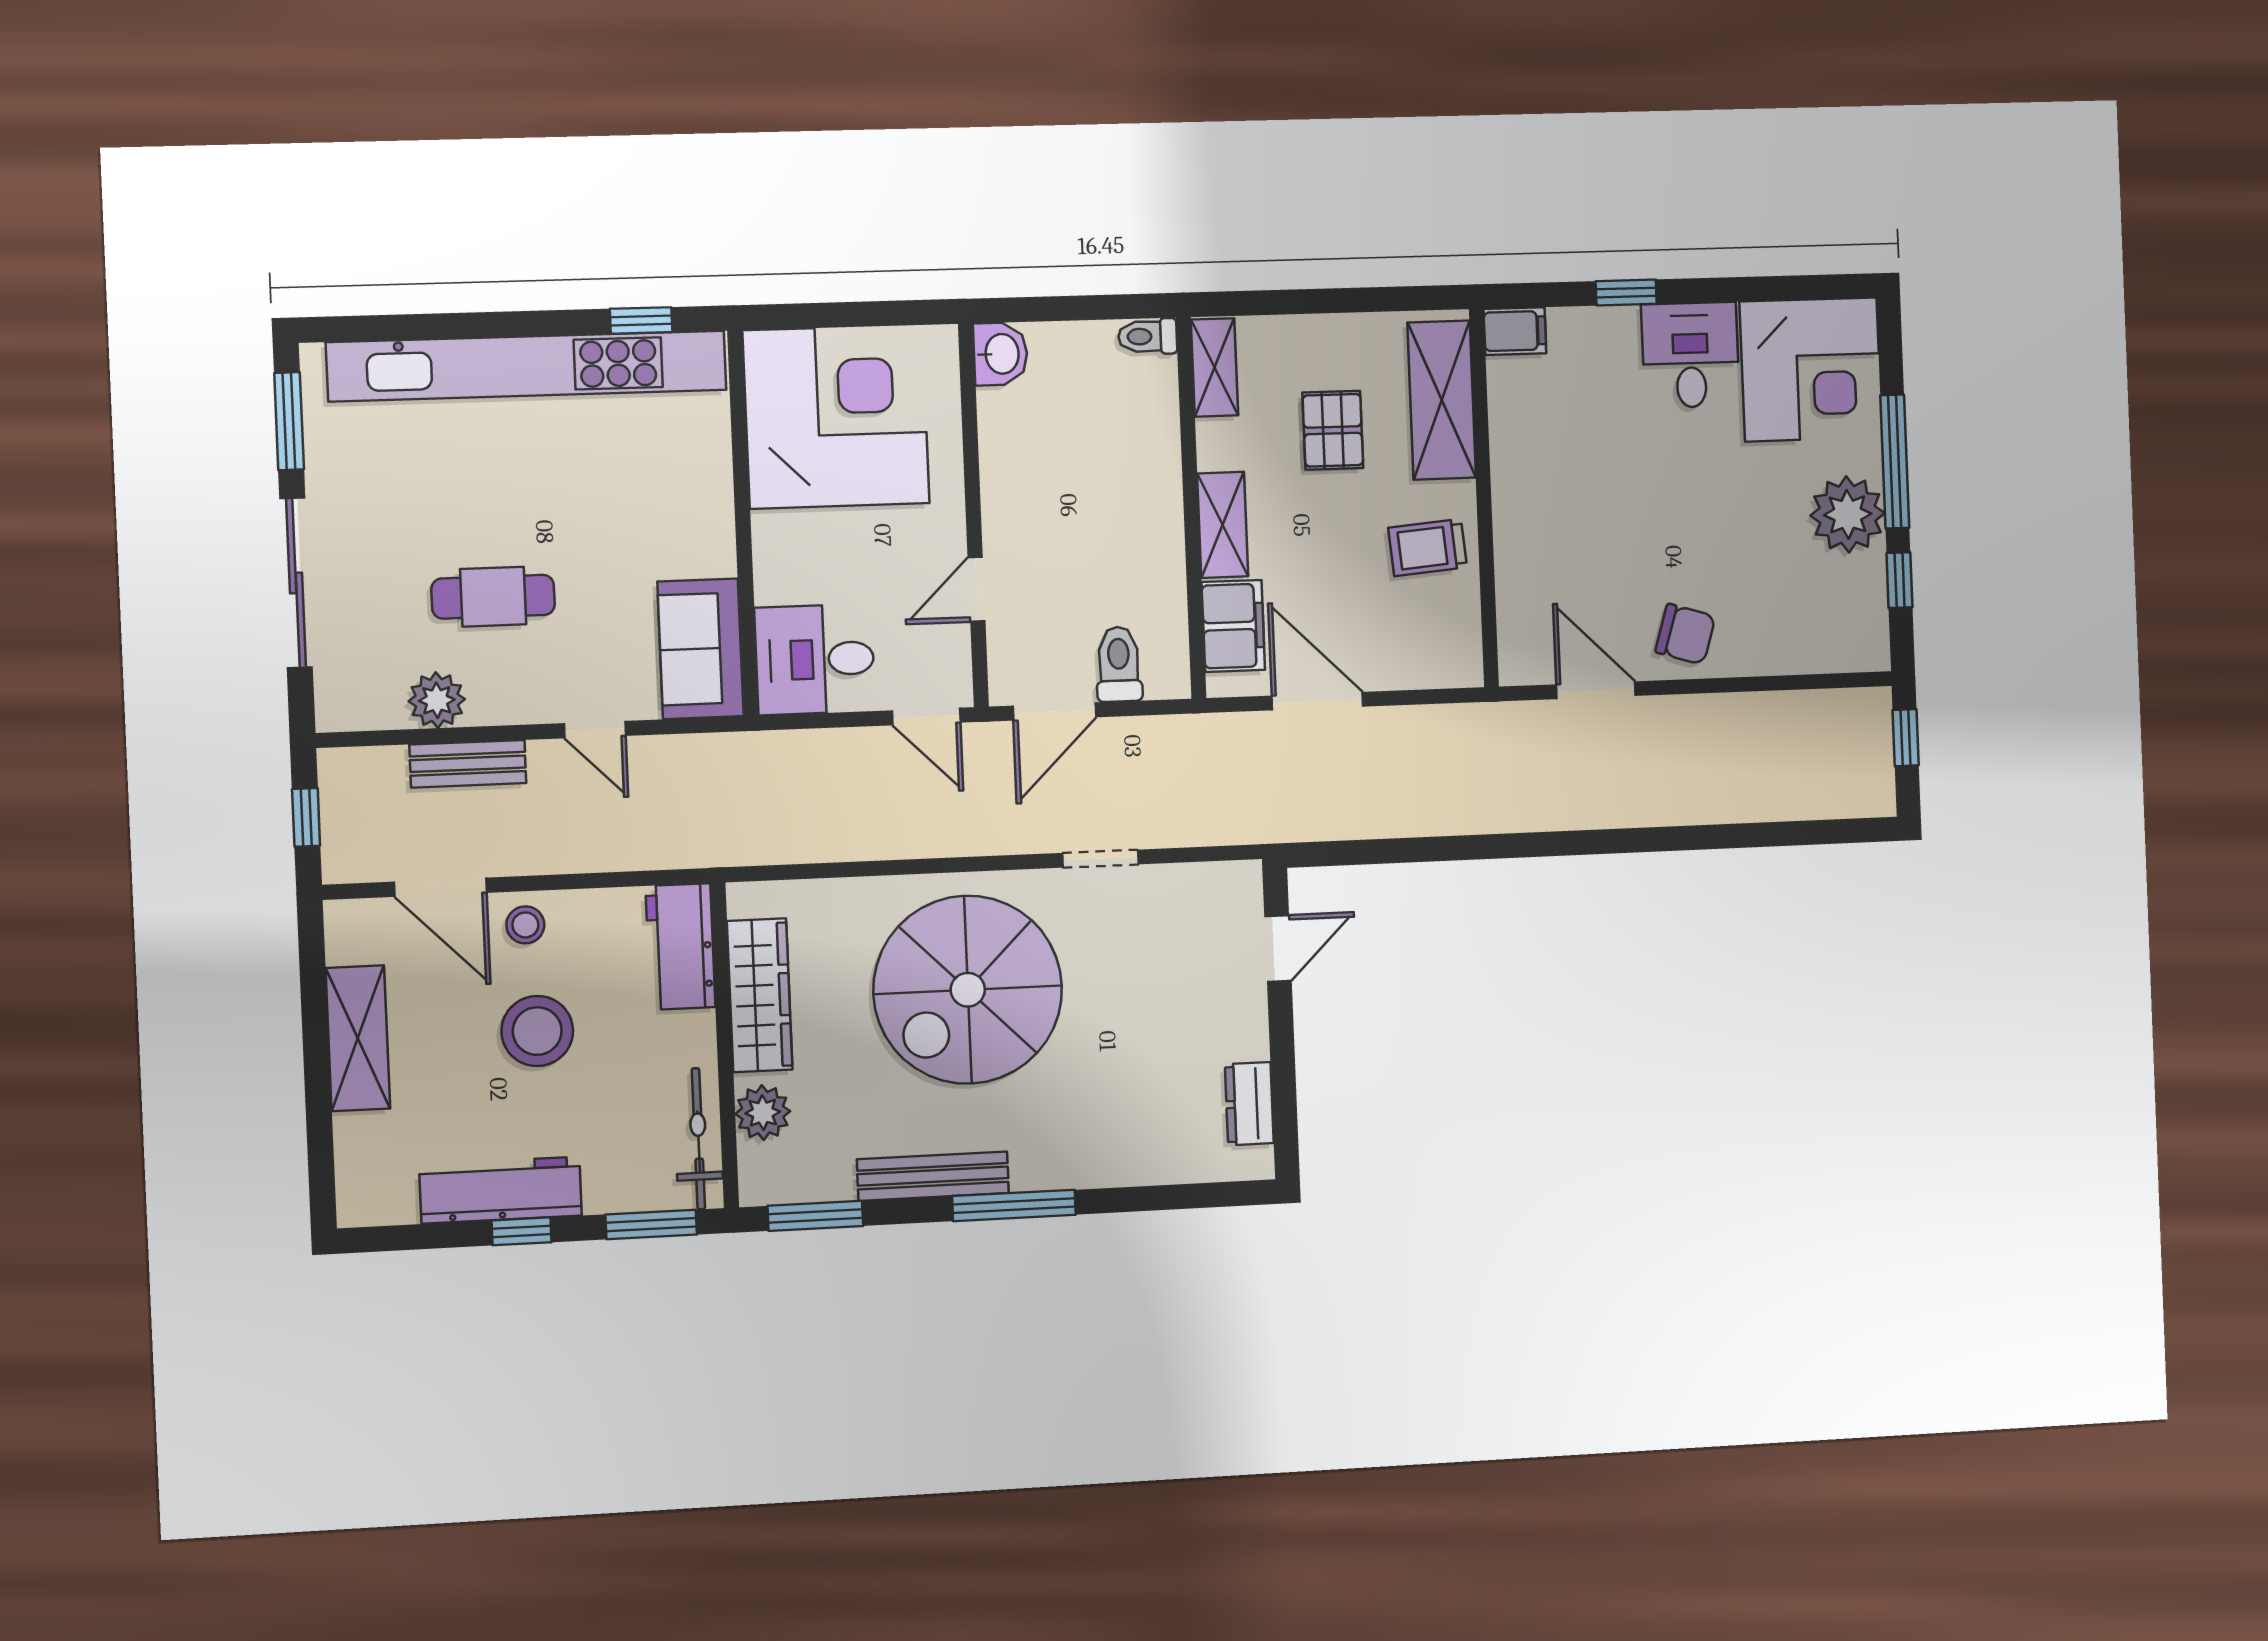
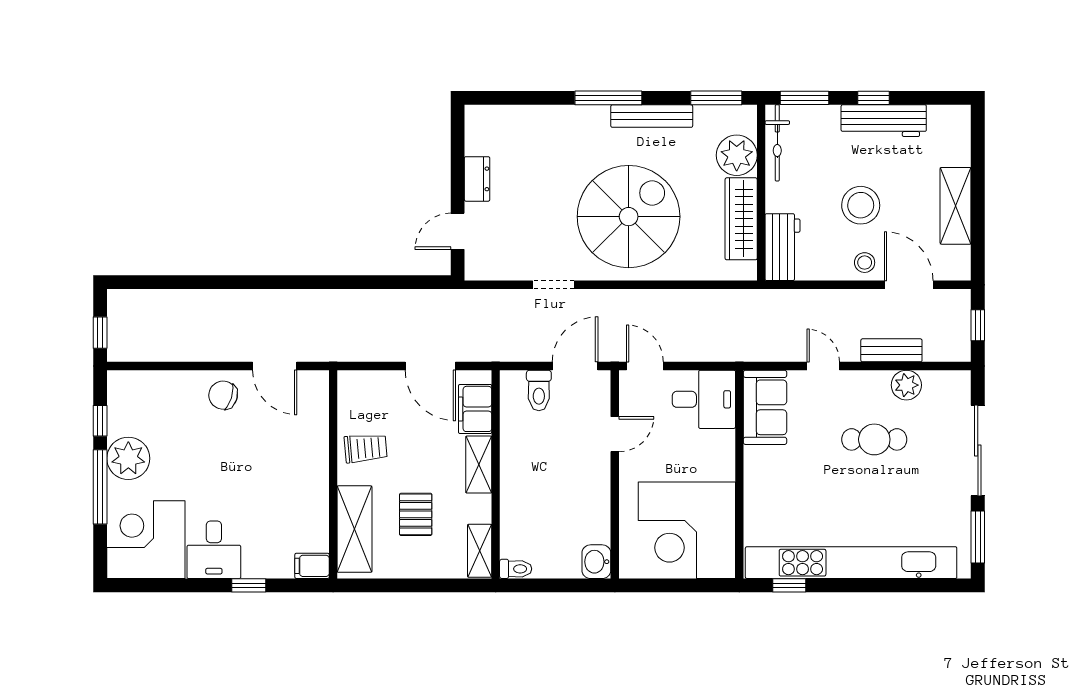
dresser: (1249, 1104) -> (477, 179), moved
plant: (763, 1113) -> (737, 155), width x1.36, depth x1.36

